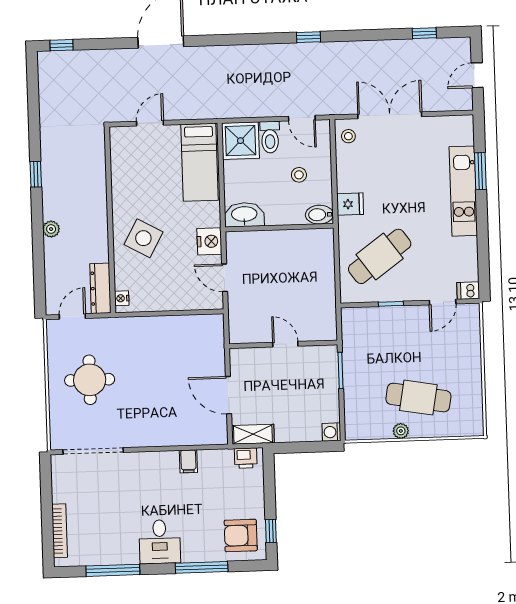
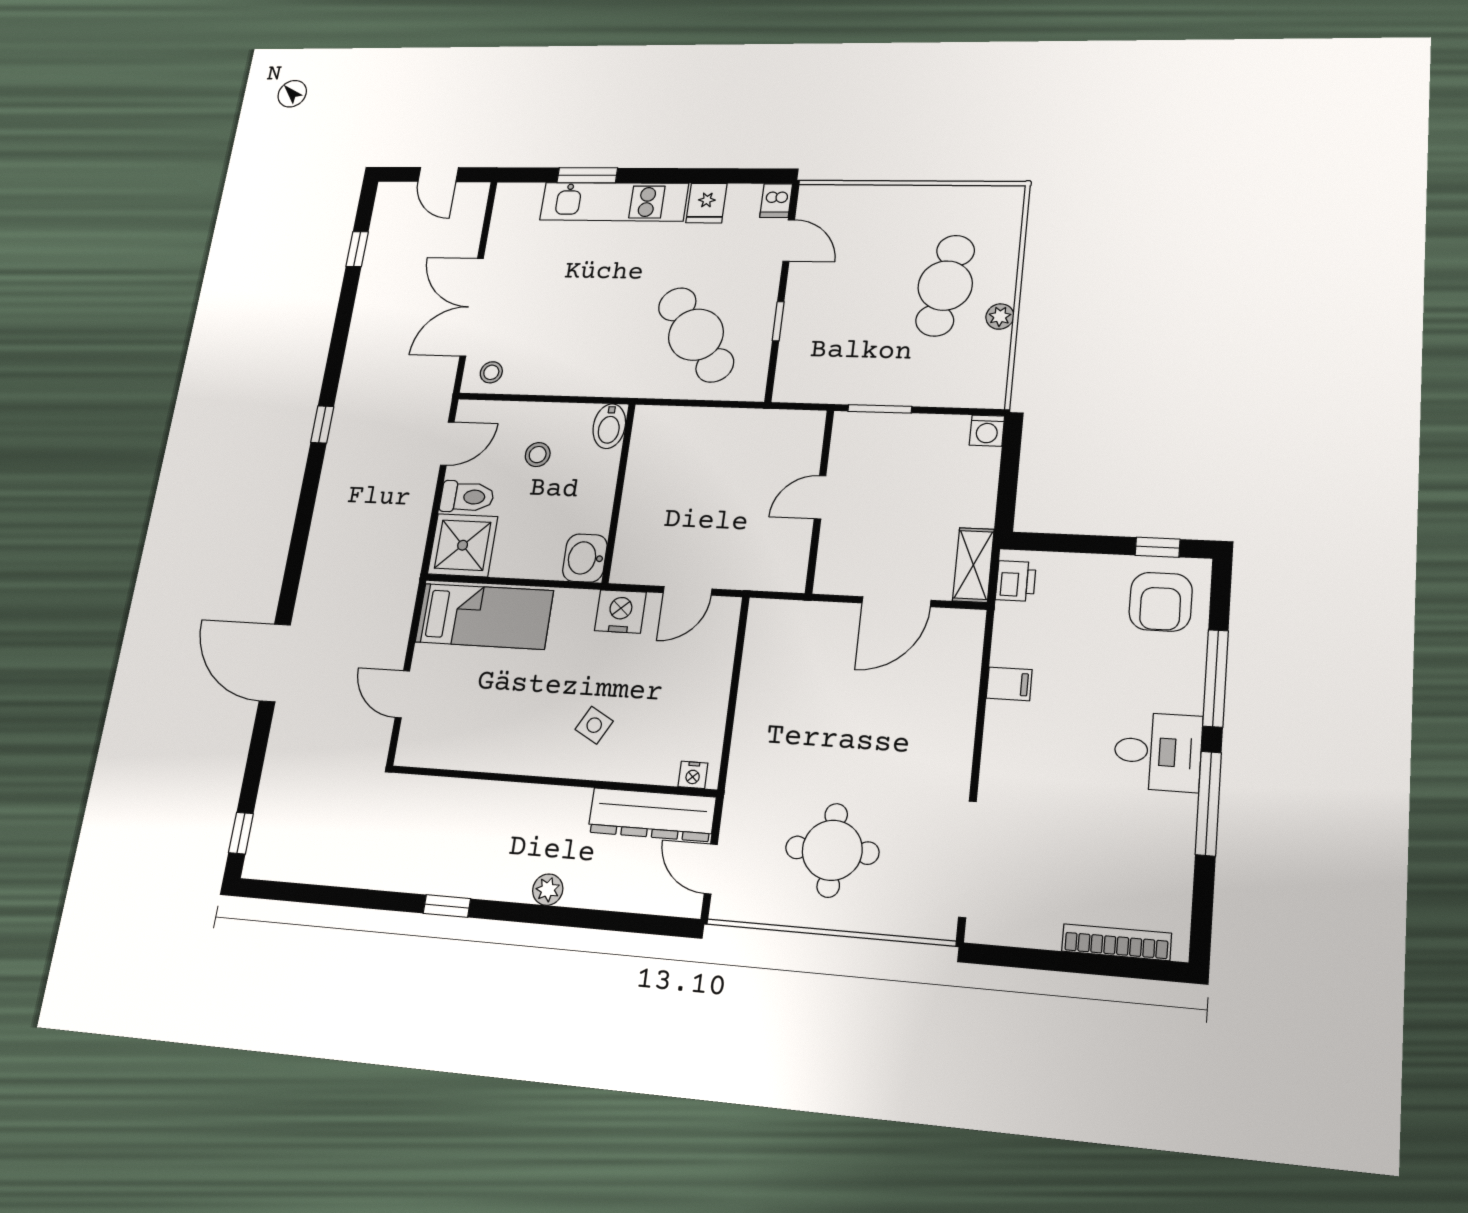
fridge: (350, 204) -> (706, 203), moved, turned 180
washbasin: (244, 215) -> (585, 558), width x0.72
side table: (143, 238) -> (594, 725), width x0.54, depth x0.54
dresser: (100, 288) -> (652, 815), width x1.37, depth x1.24
window: (113, 570) -> (1208, 803), moved

